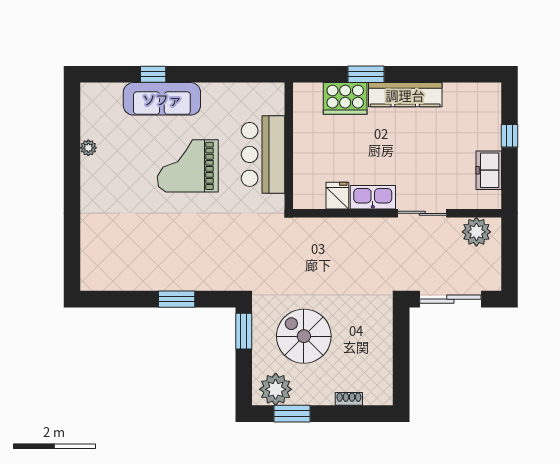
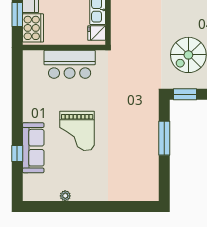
wall: (289, 146) -> (64, 48), moved
bar counter: (263, 154) -> (70, 64), moved
window: (177, 299) -> (164, 138), width x1.44

